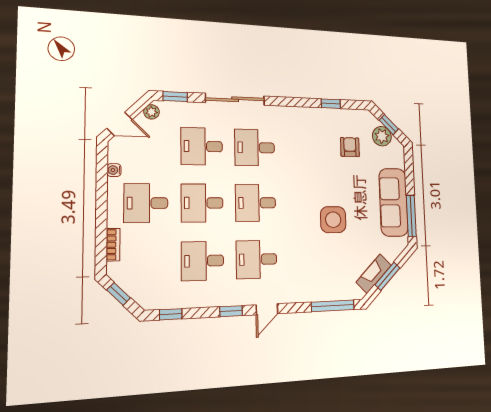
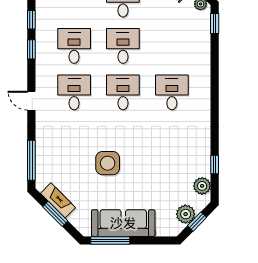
sliding door: (235, 99) -> (215, 75), removed
plant: (353, 118) -> (202, 186), added
desk: (202, 146) -> (172, 46), removed
armchair: (350, 147) -> (174, 182), removed
window: (231, 311) -> (31, 49), moved

